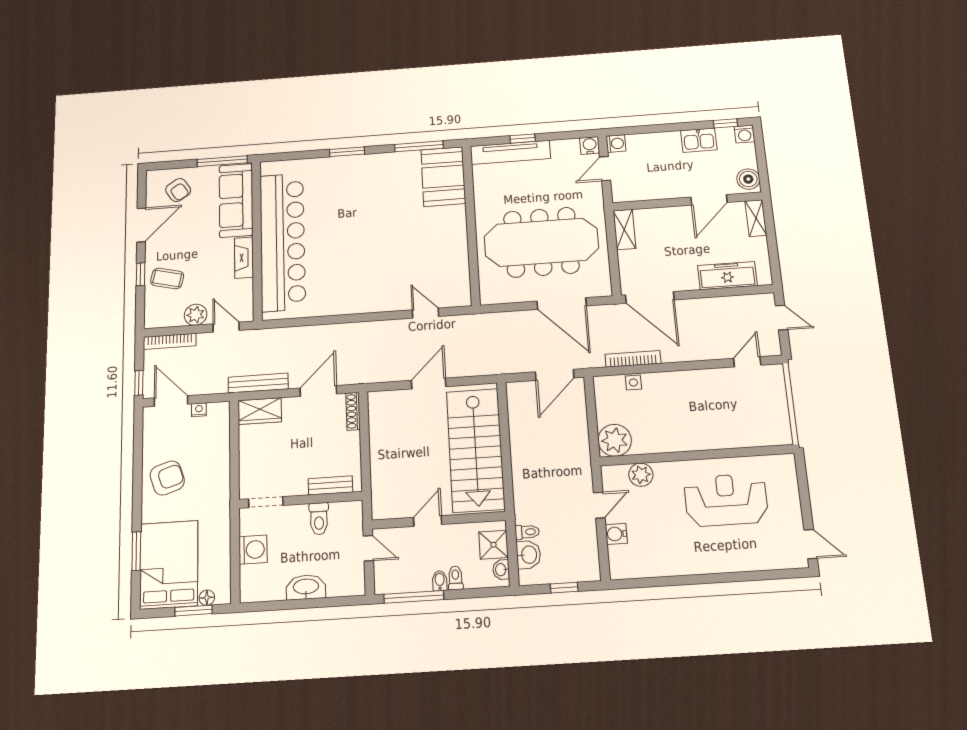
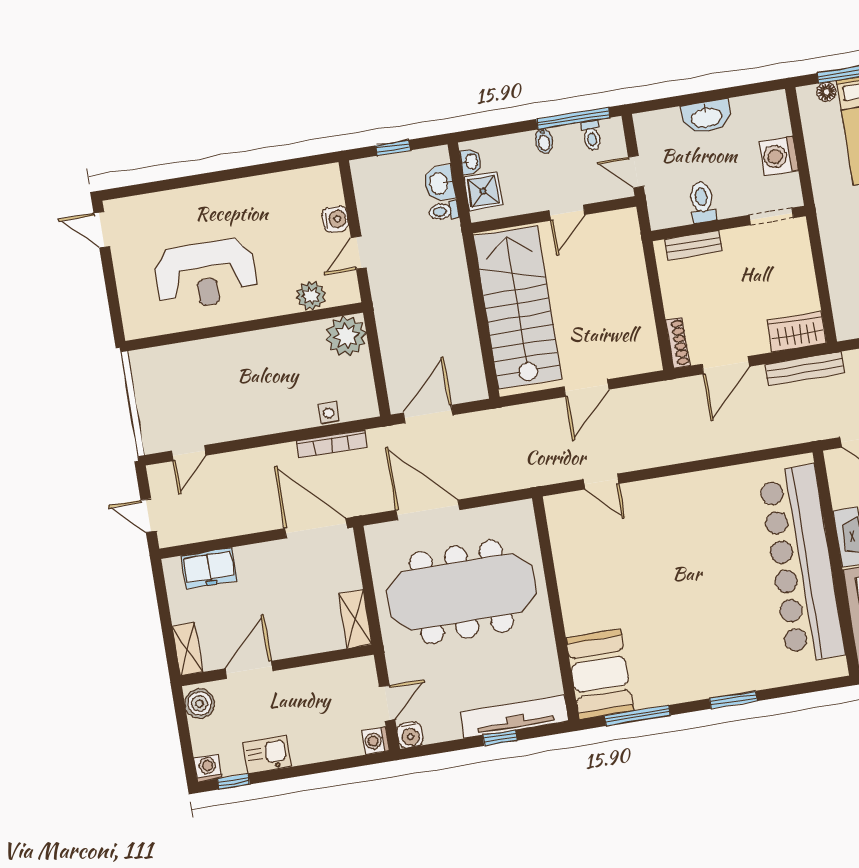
freezer: (727, 276) -> (209, 568), width x0.71
toilet: (455, 578) -> (591, 135), moved

